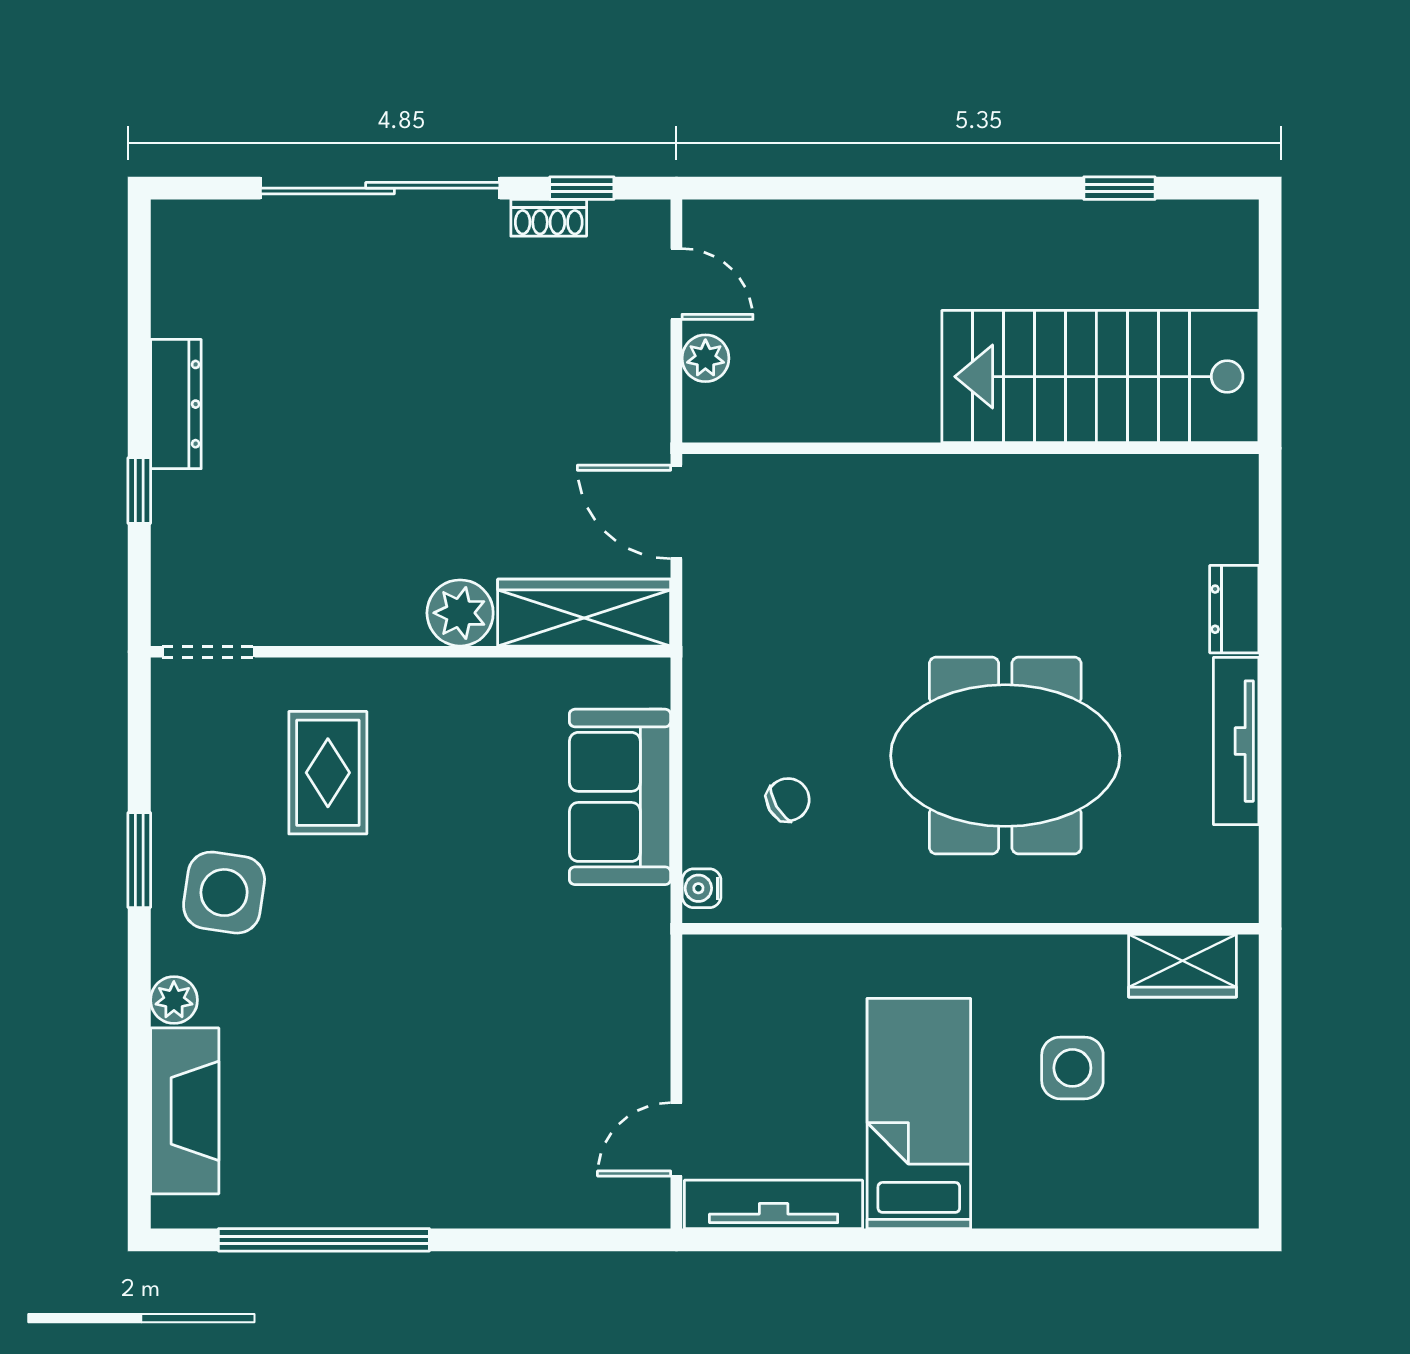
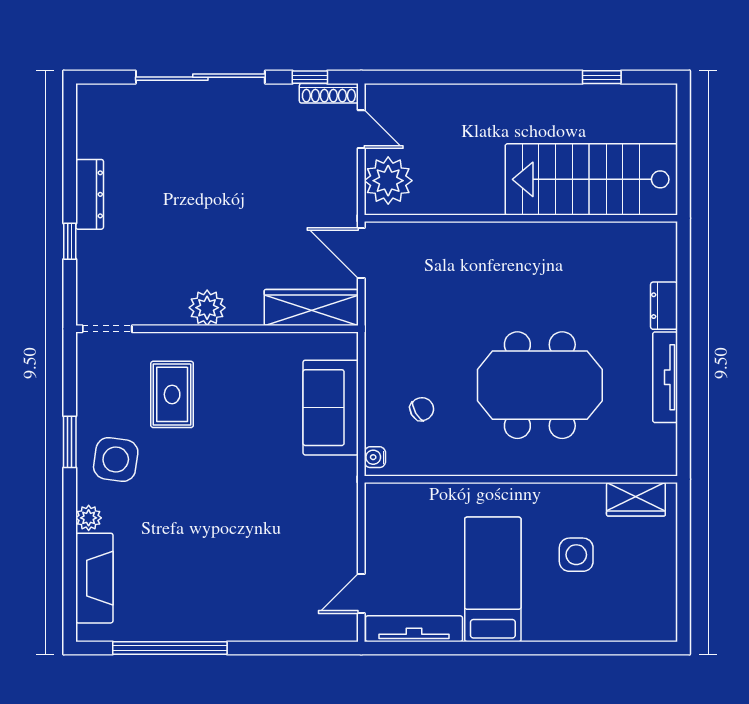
shoe rack: (549, 218) -> (329, 93), moved, width x1.43
plant: (705, 358) -> (388, 181), width x1.88, depth x1.88
plant: (460, 613) -> (207, 308), moved

